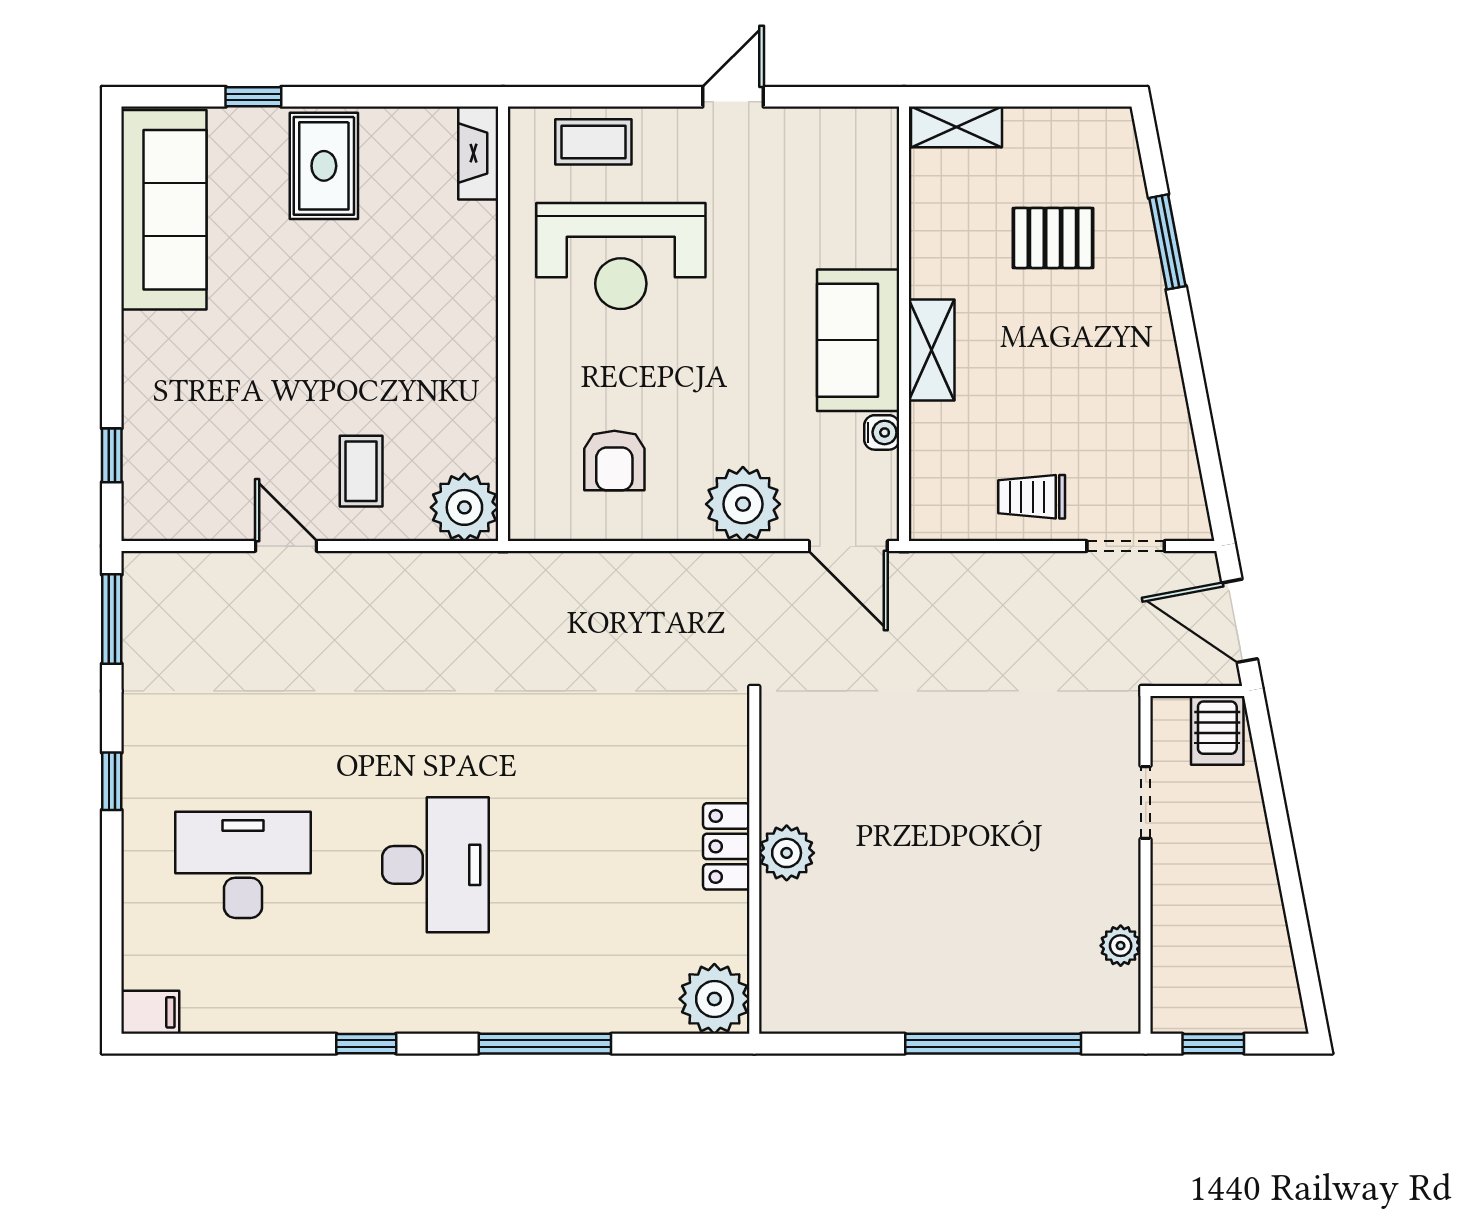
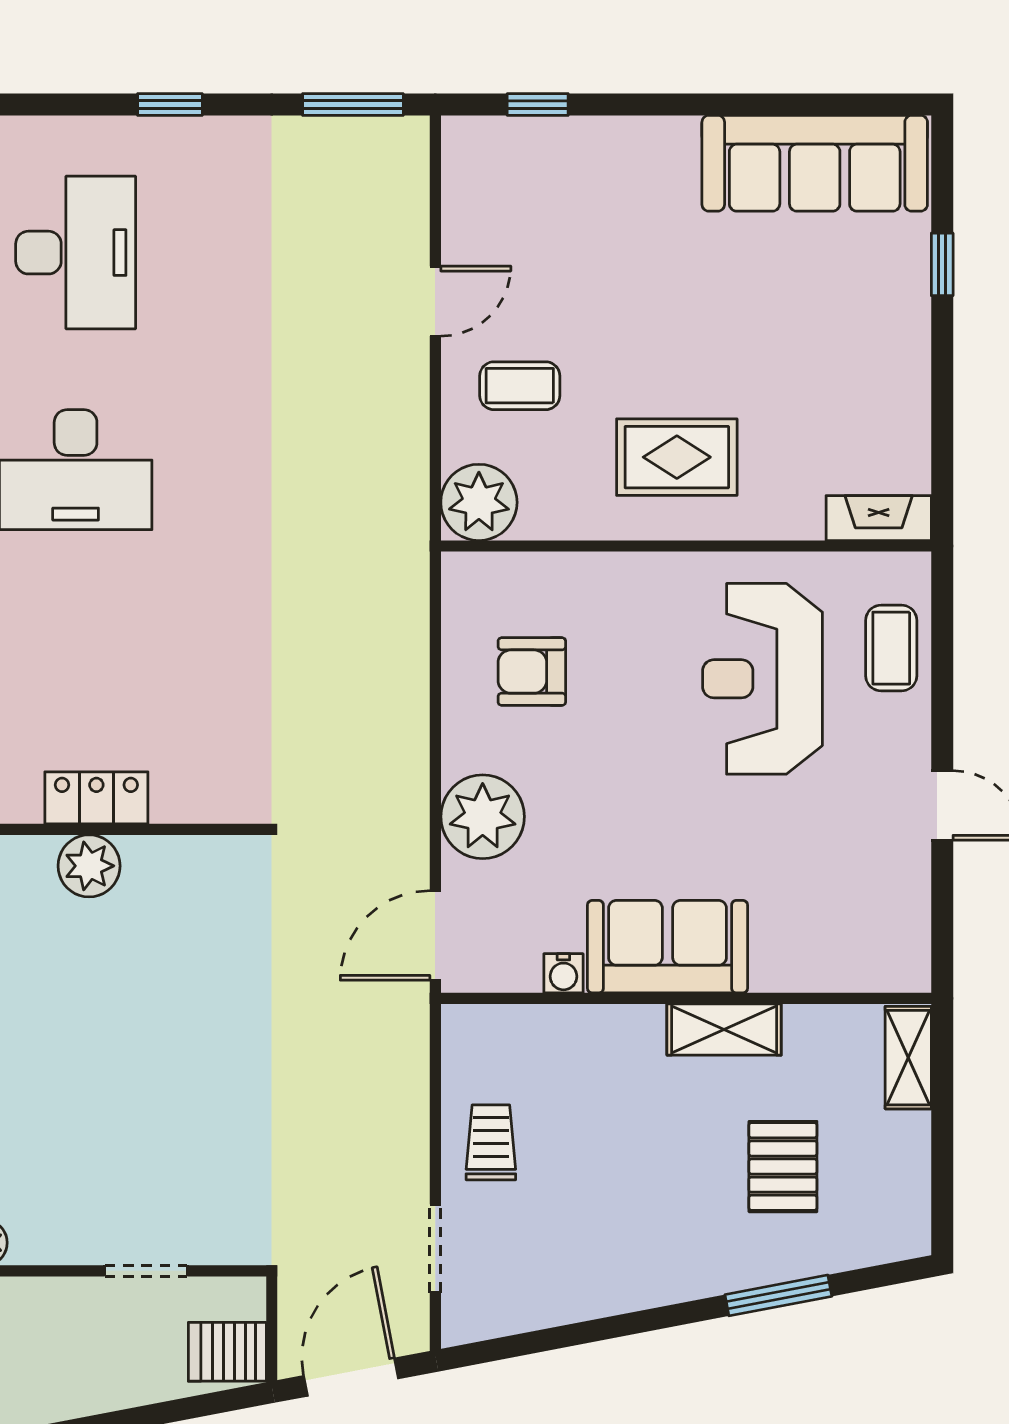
rug: (324, 166) -> (677, 457), moved
shelving: (932, 350) -> (724, 1030), moved

